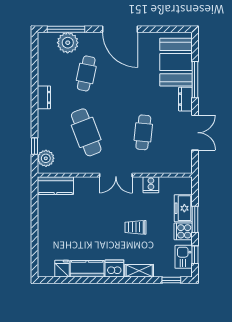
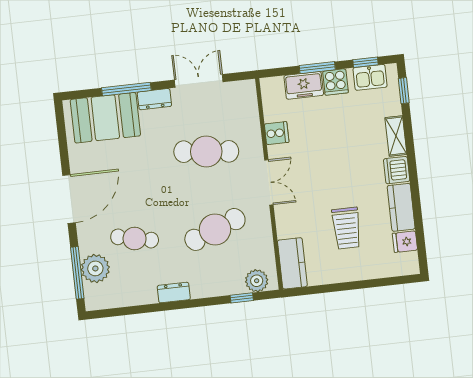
cafe table: (143, 132) -> (206, 152), width x1.37, depth x1.35
trolley: (135, 227) -> (347, 228), moved, width x1.36, depth x1.39

